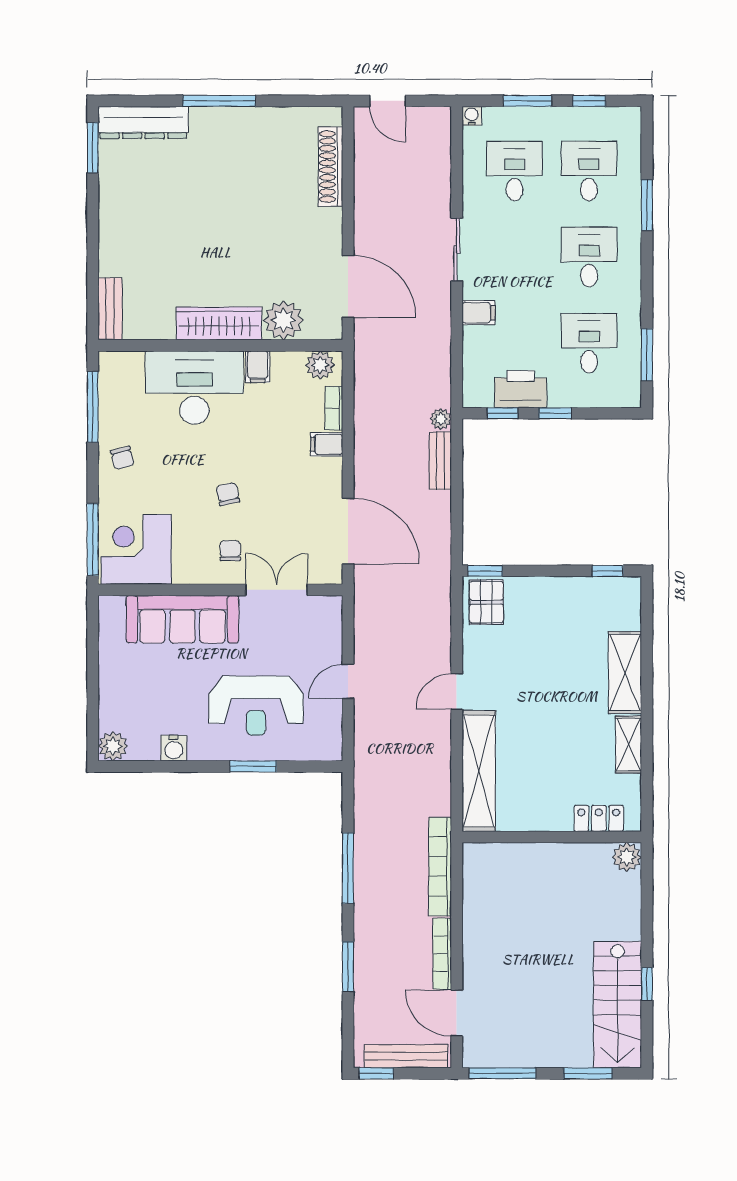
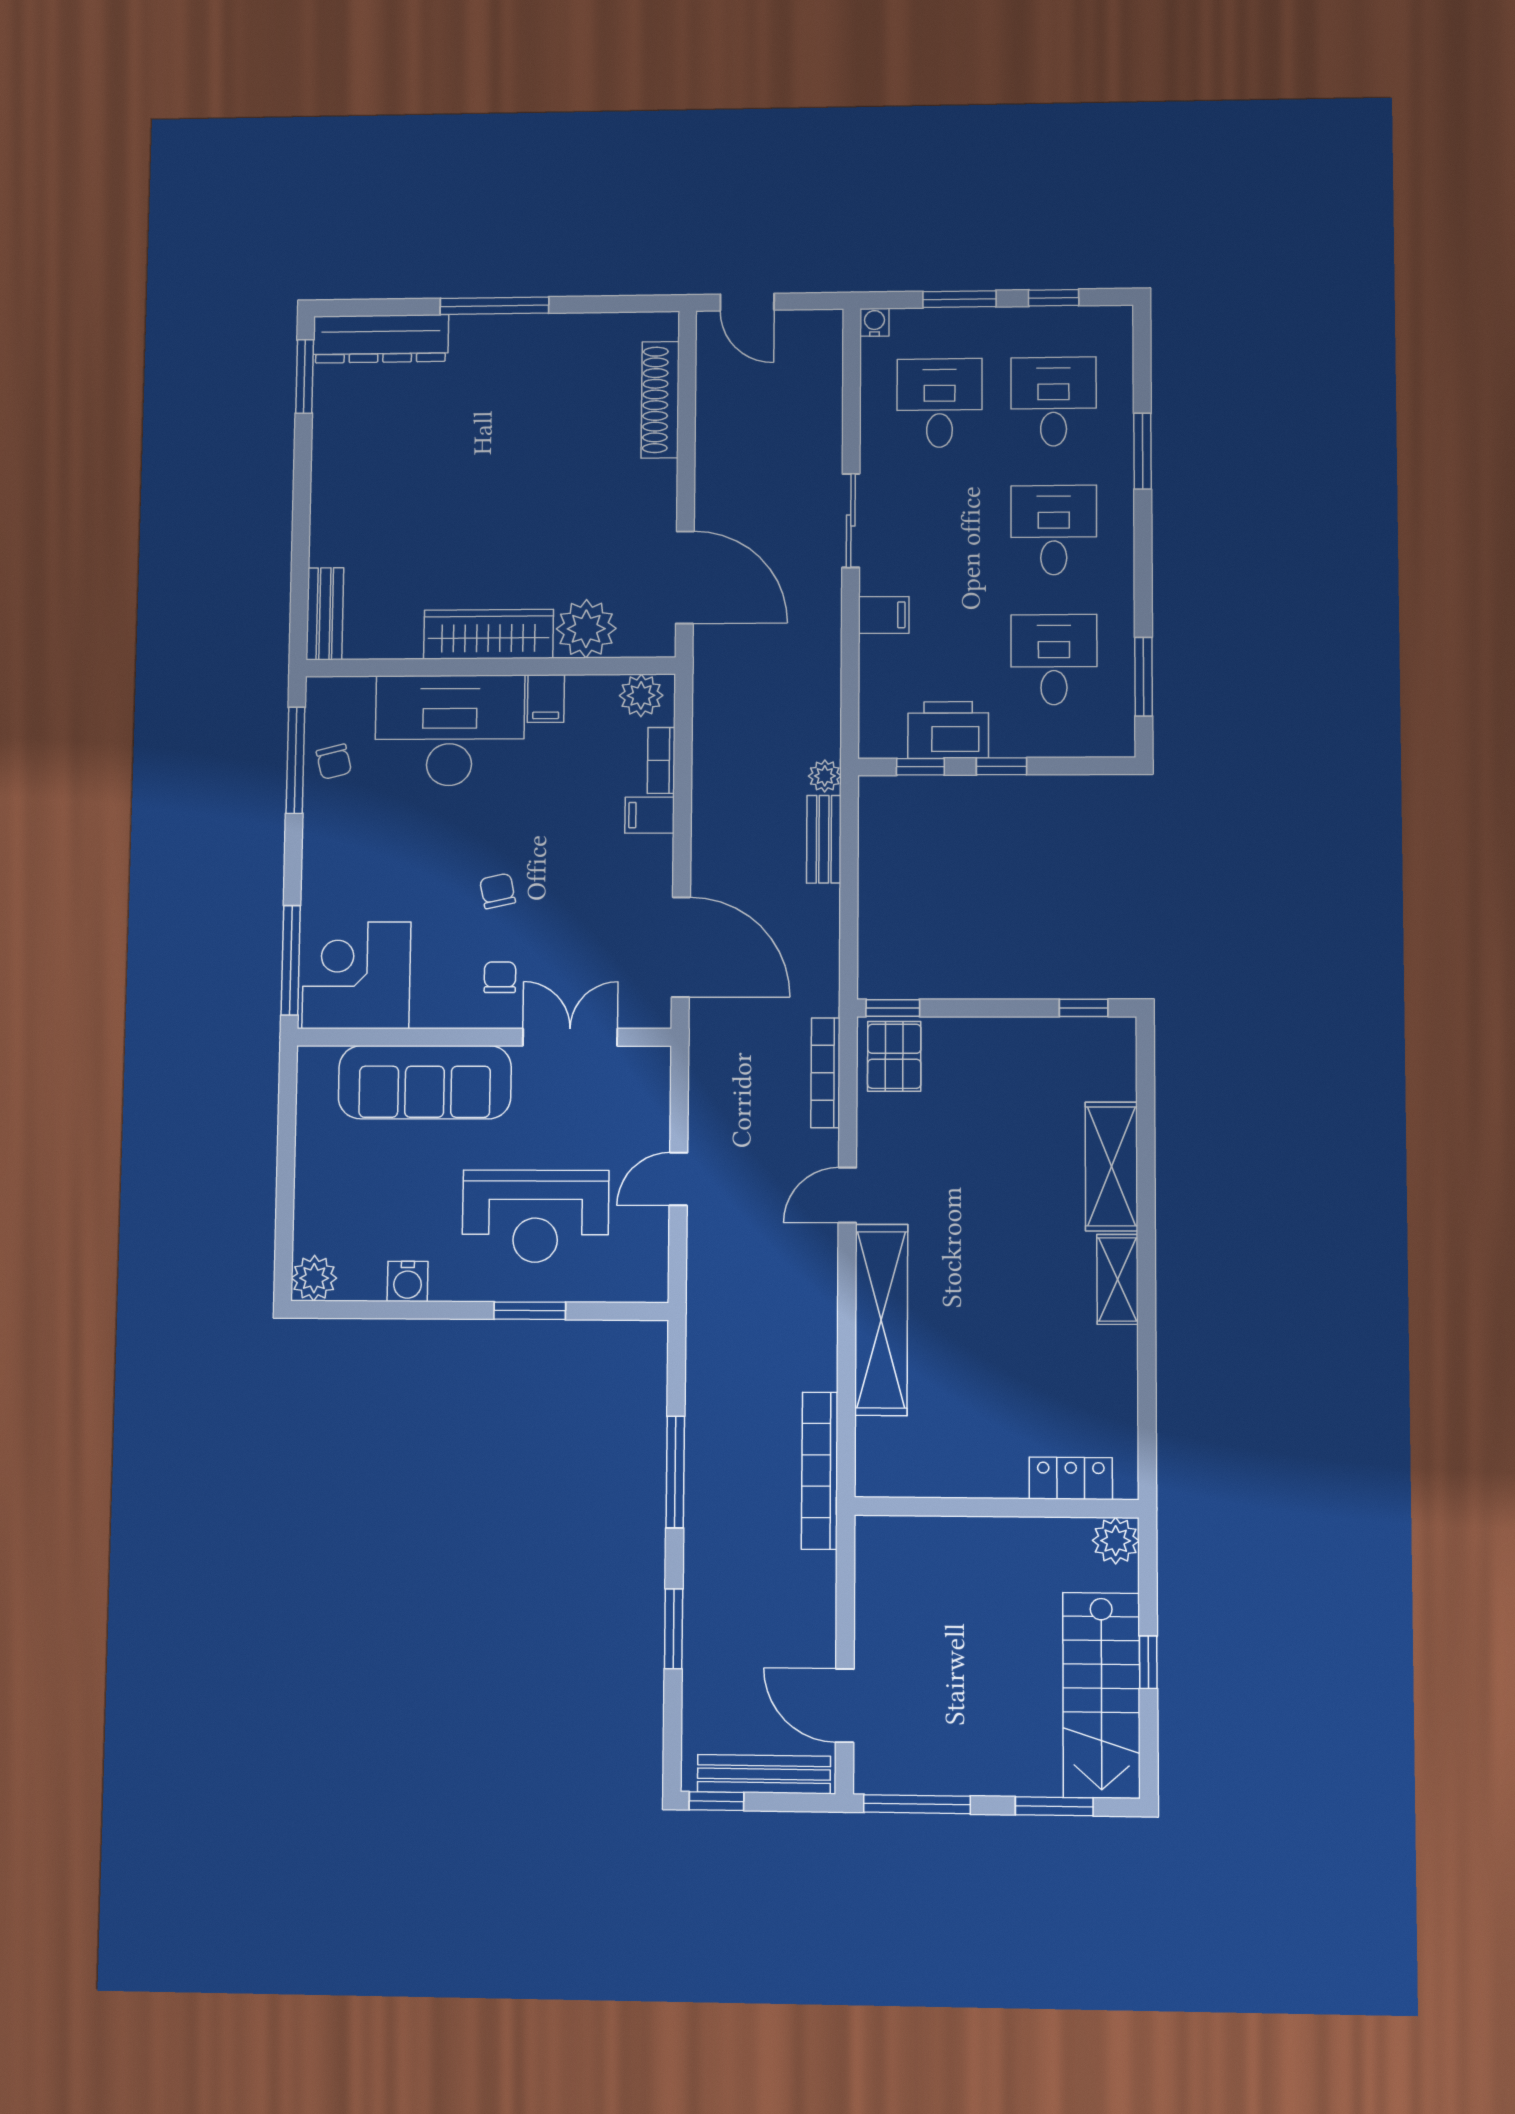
chair: (122, 458) -> (334, 762), moved
locker: (599, 818) -> (1071, 1478), moved
wall: (552, 837) -> (996, 1507), moved
plant: (627, 857) -> (1116, 1541), moved
bookcase: (442, 954) -> (825, 1073), moved

